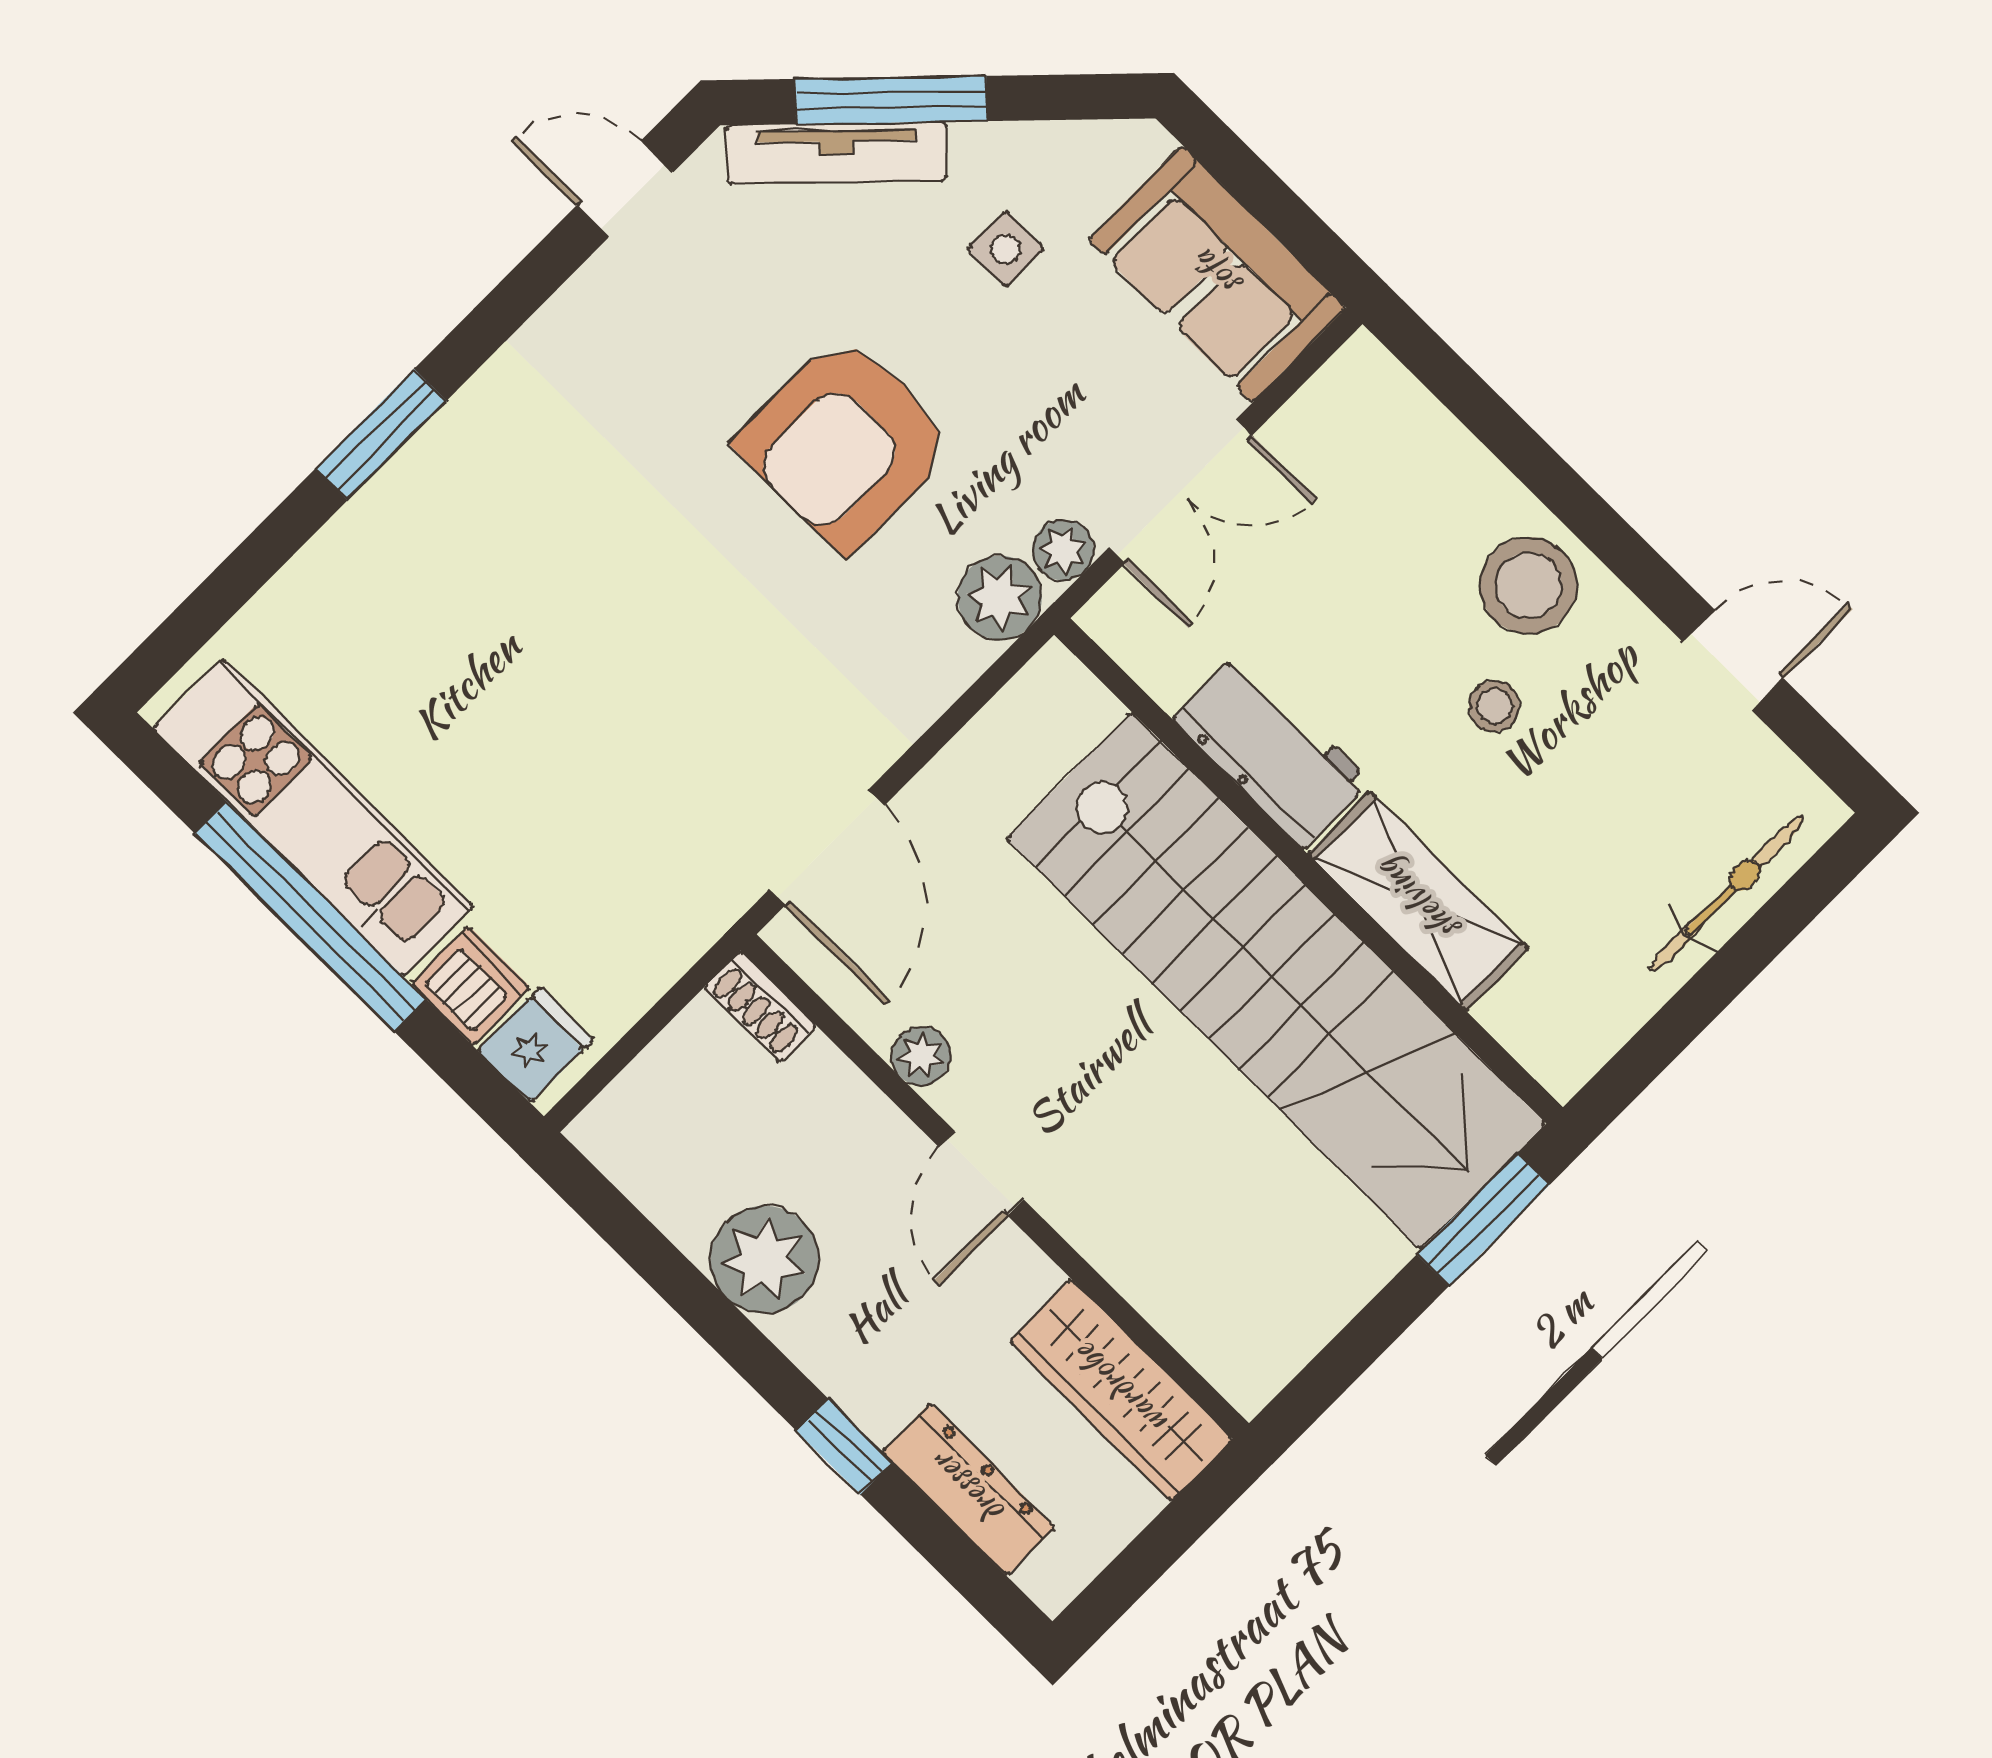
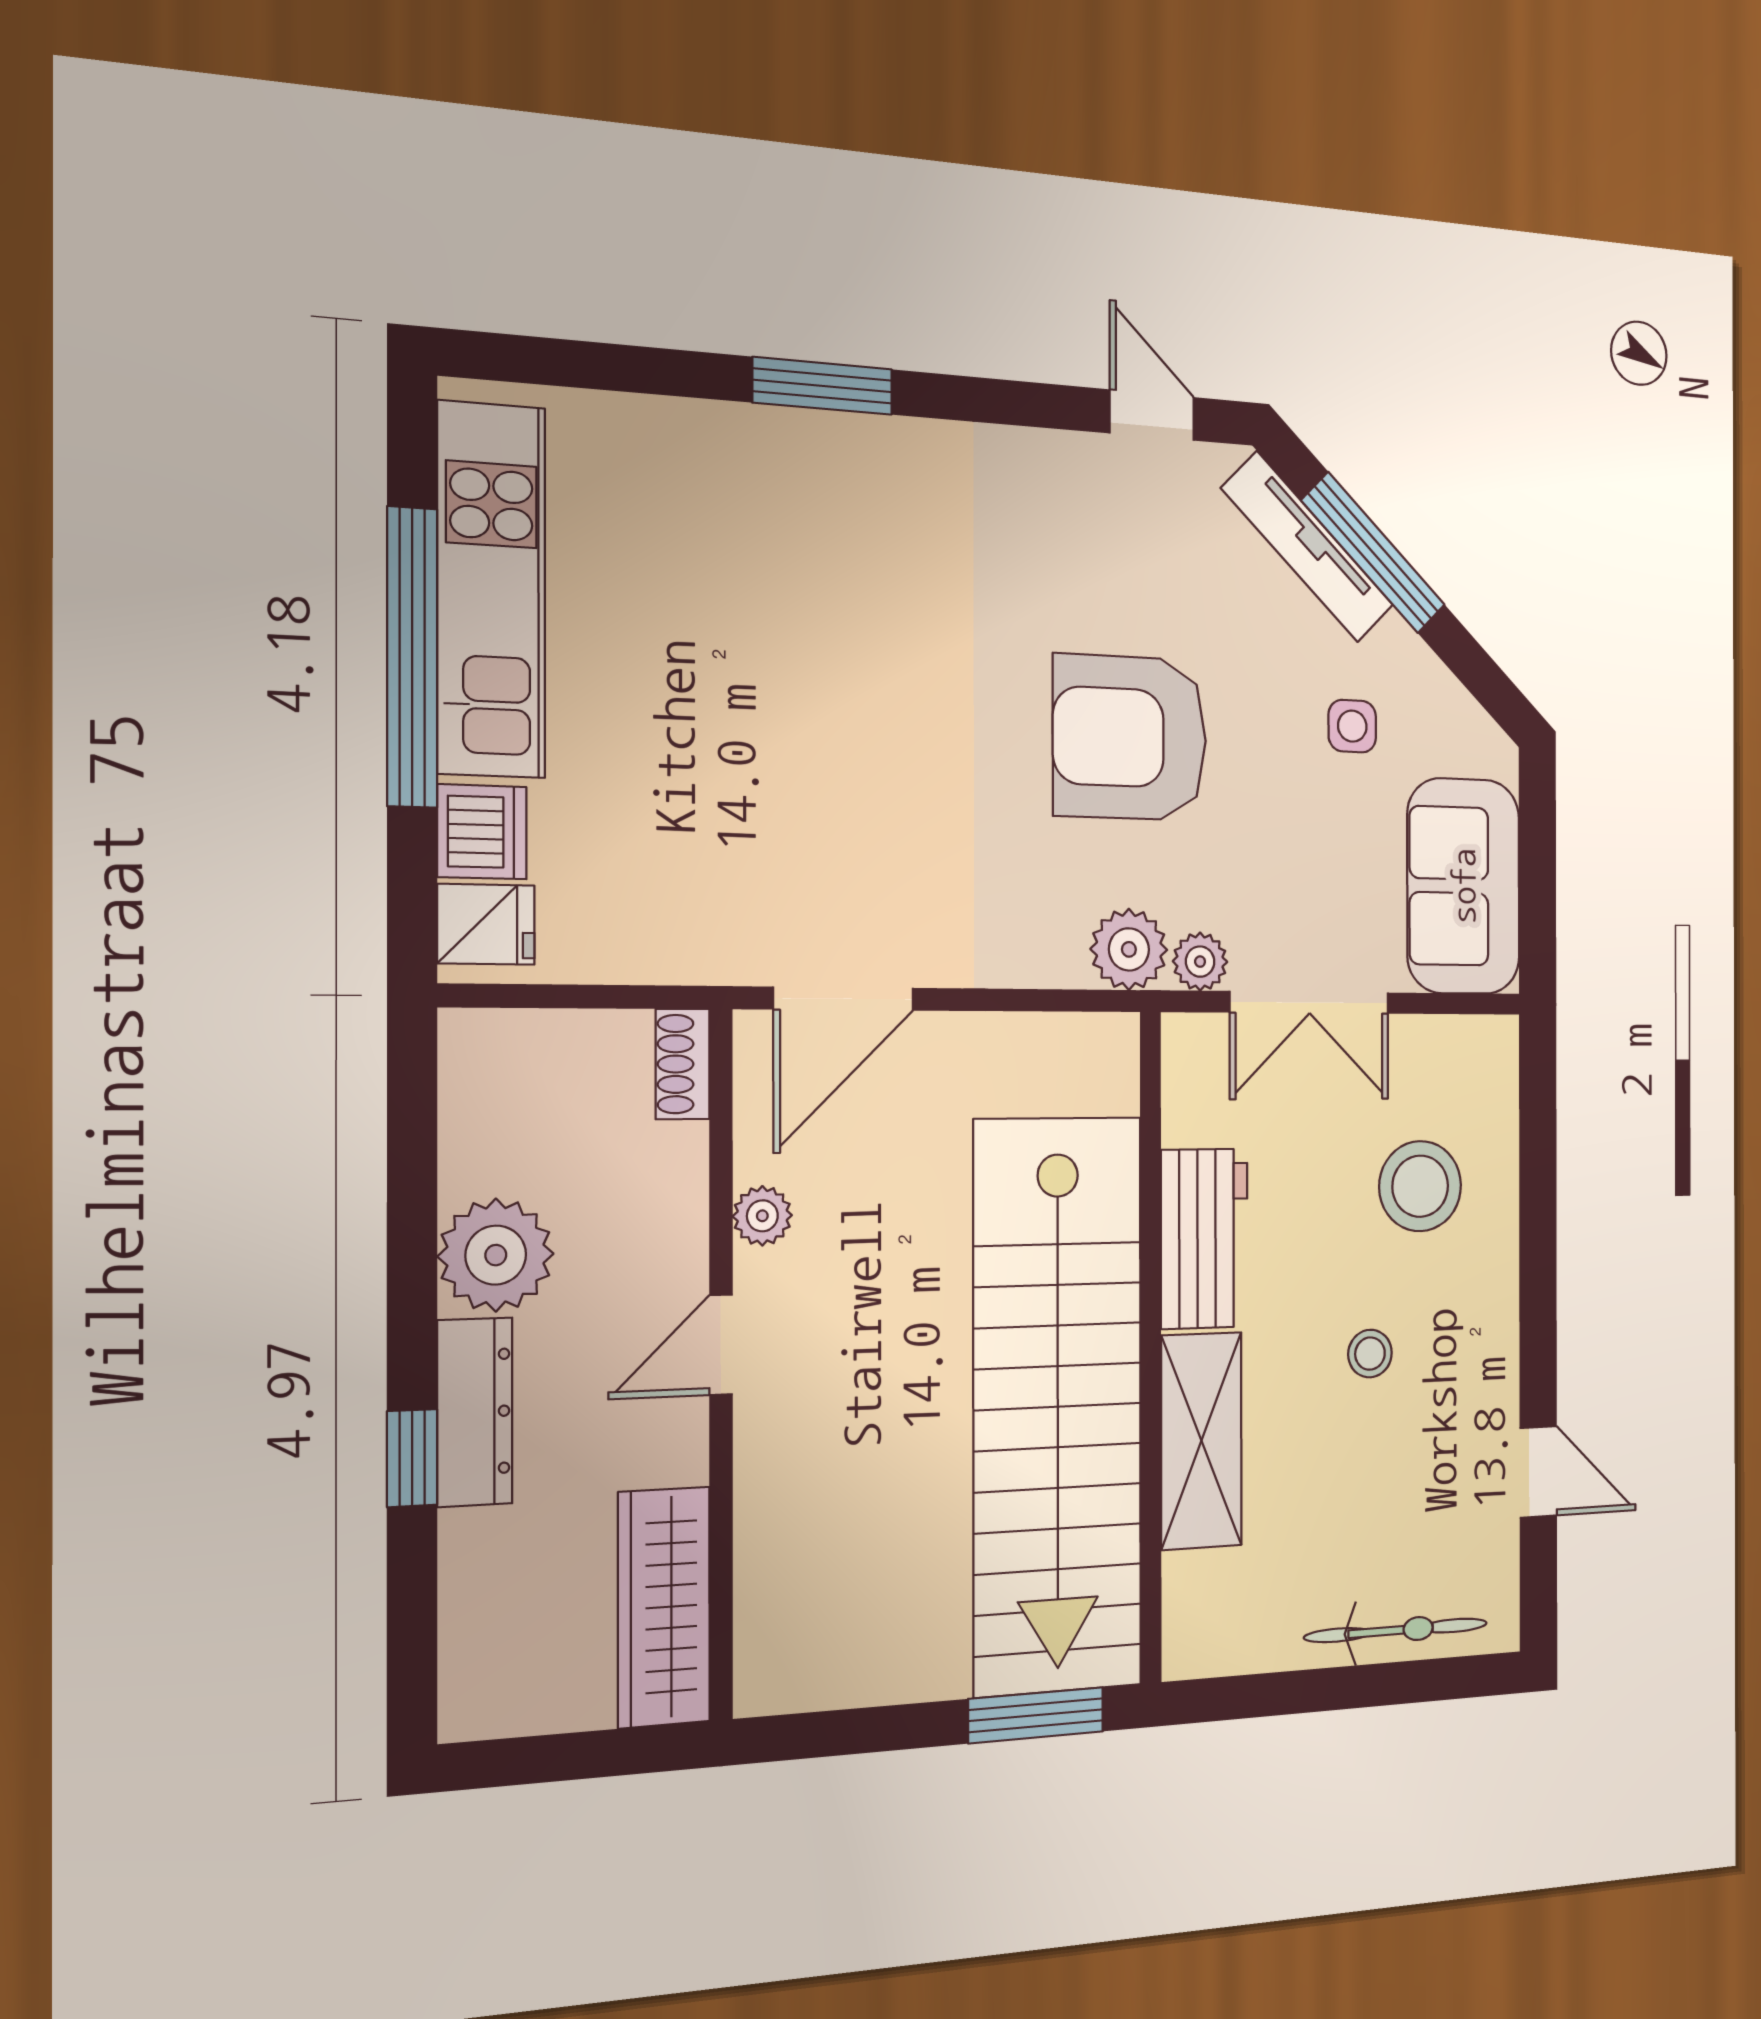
stool: (1529, 585) -> (1420, 1186), moved
dresser: (968, 1489) -> (475, 1412), moved

